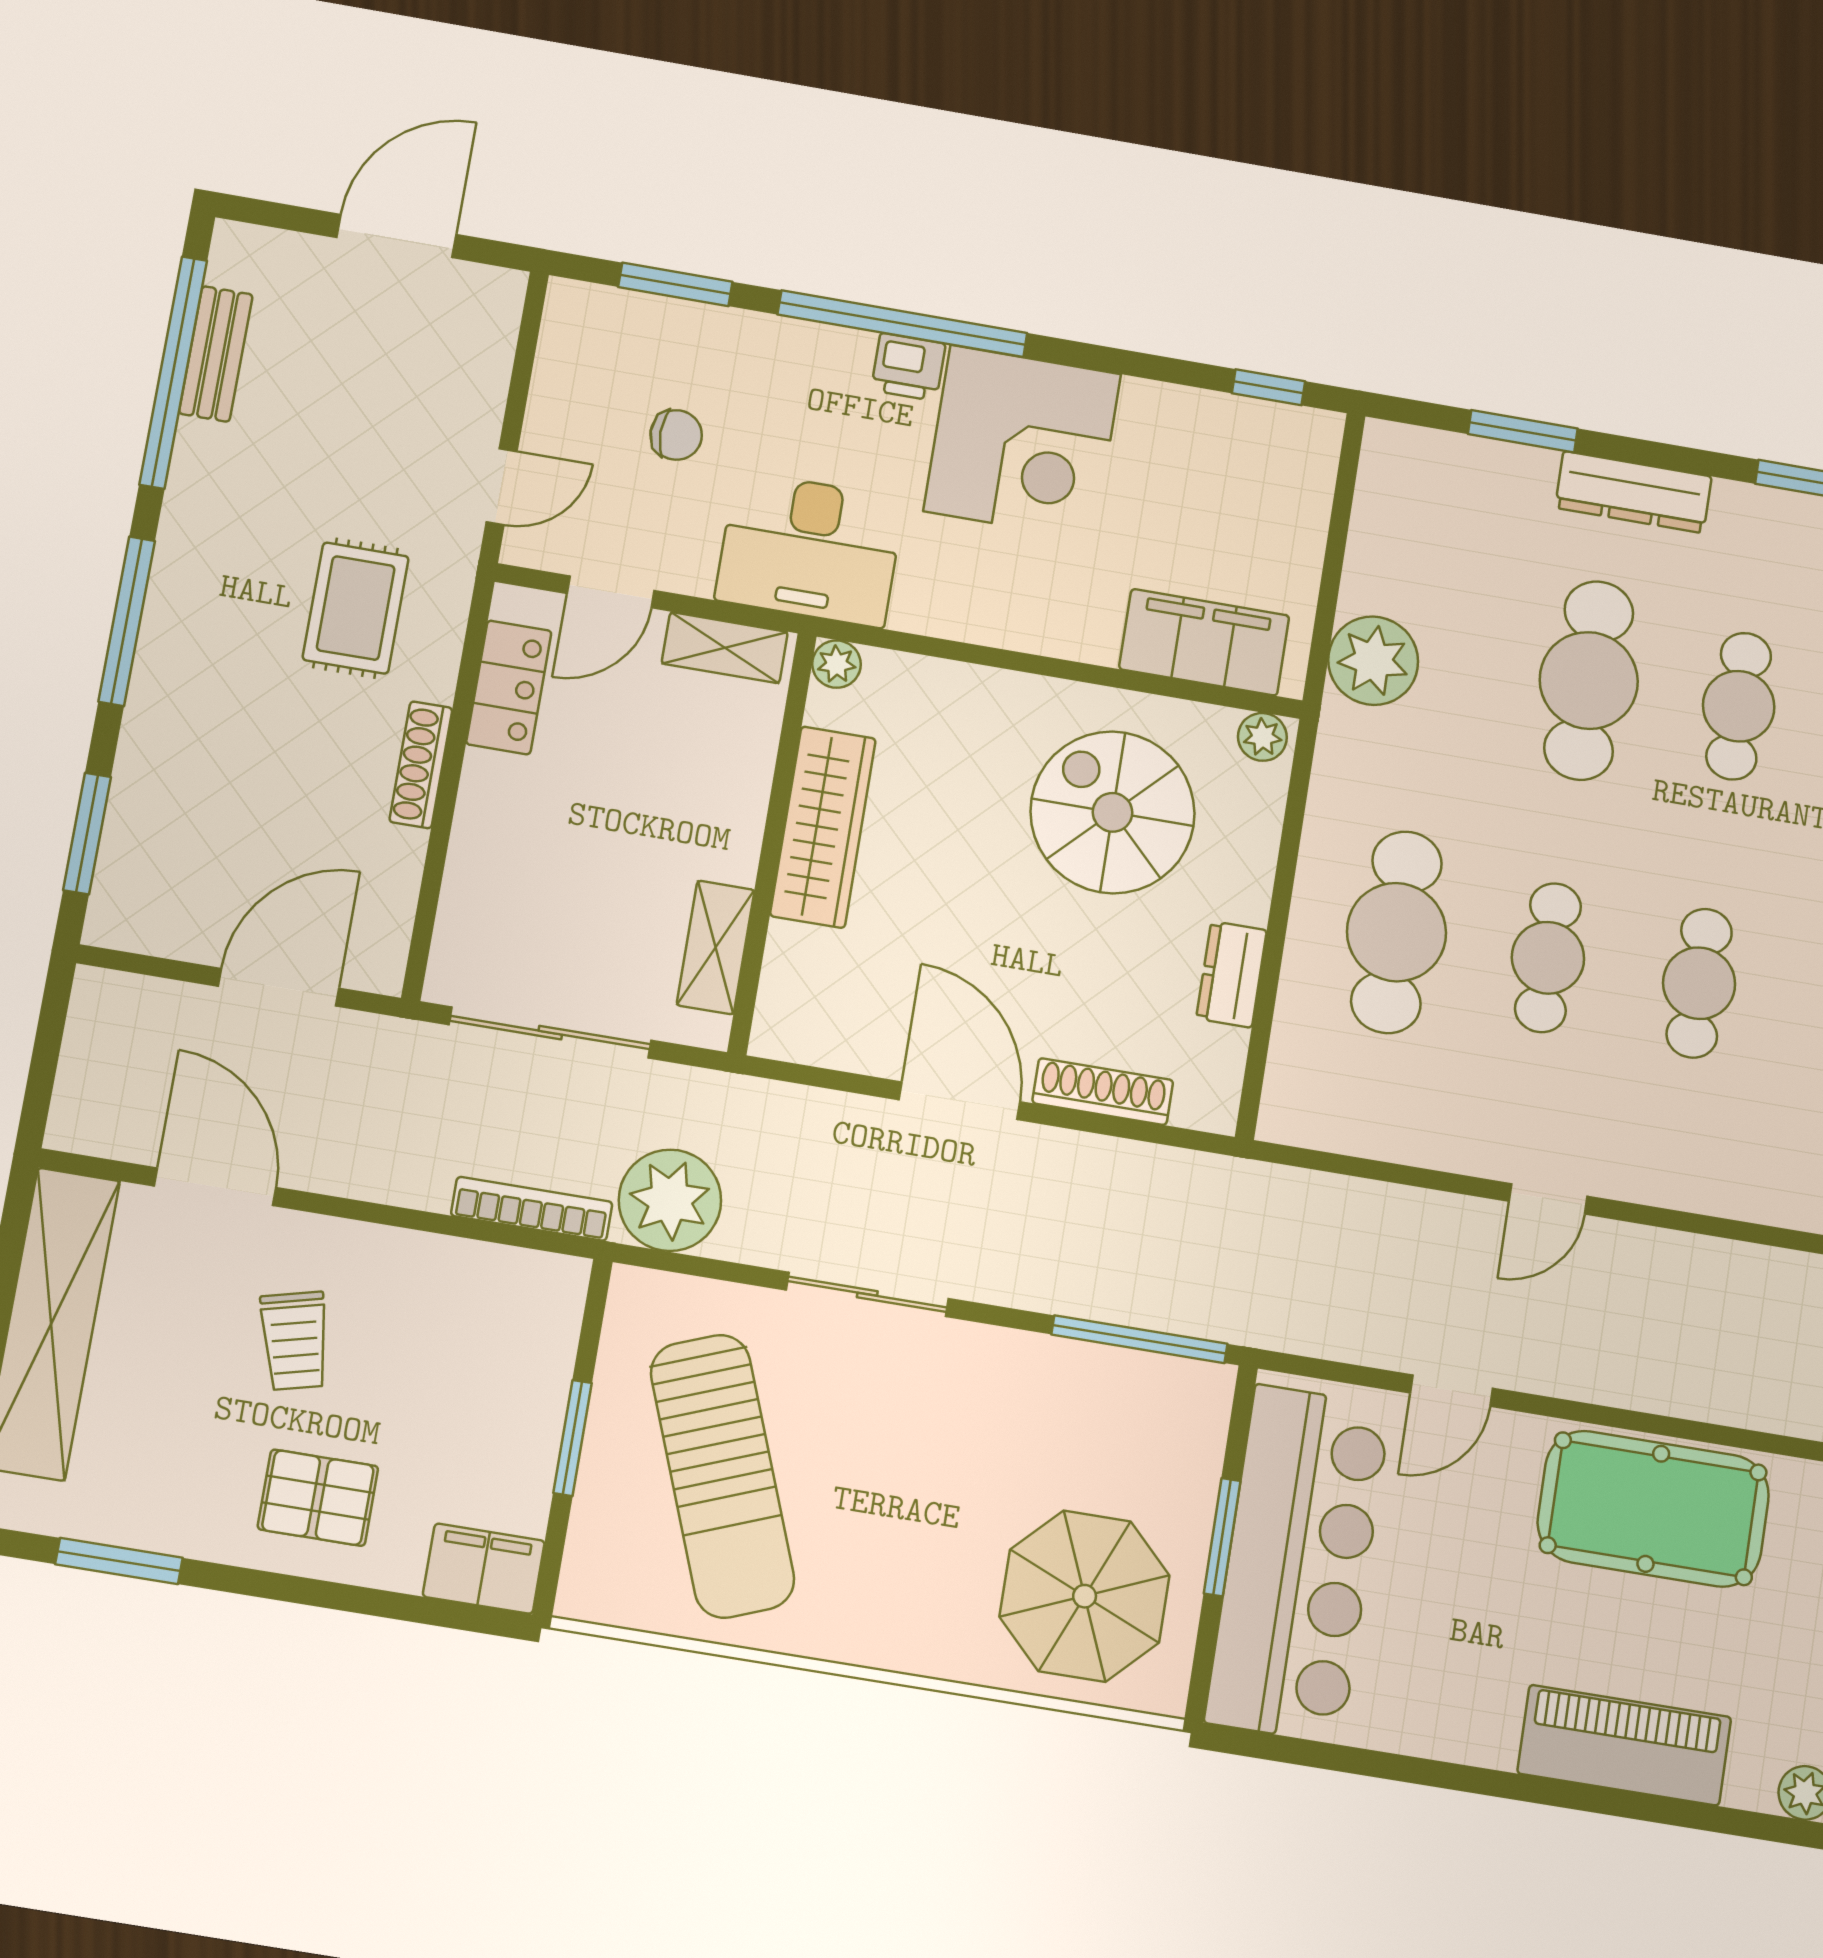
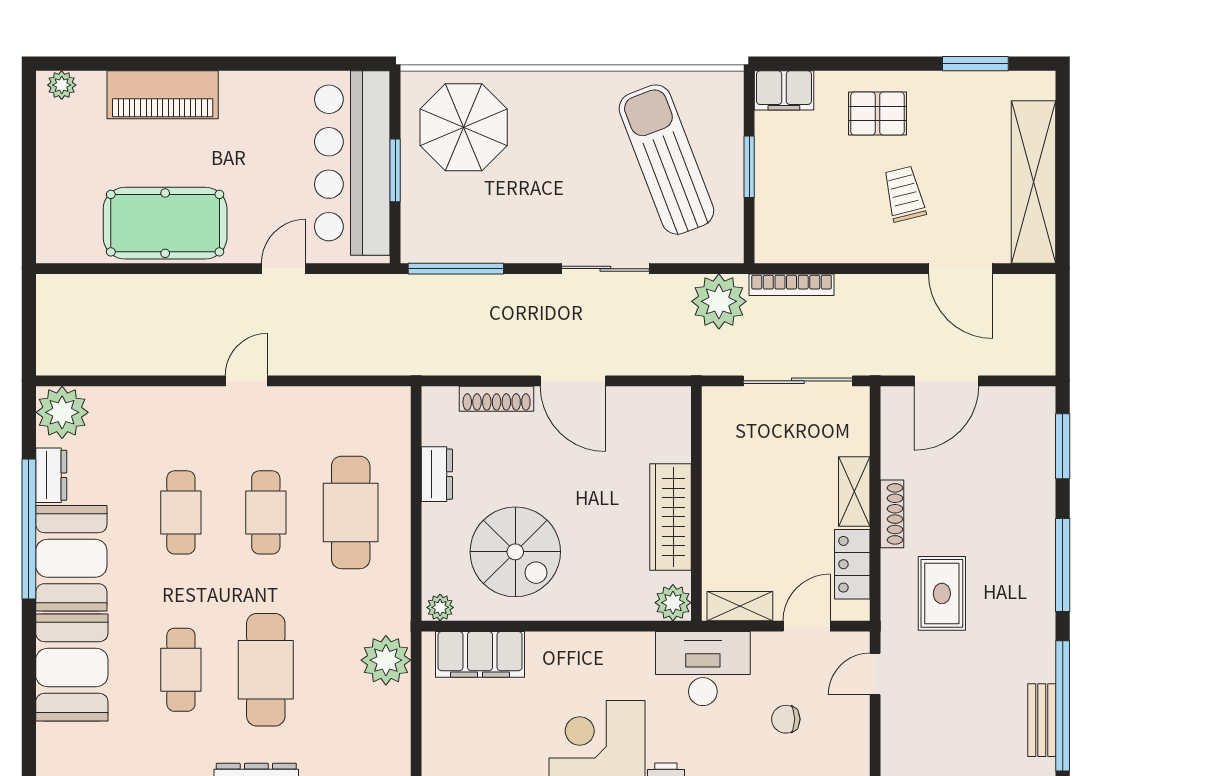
plant: (837, 664) -> (673, 603), width x1.38, depth x1.38
shelving: (716, 947) -> (854, 492), moved

